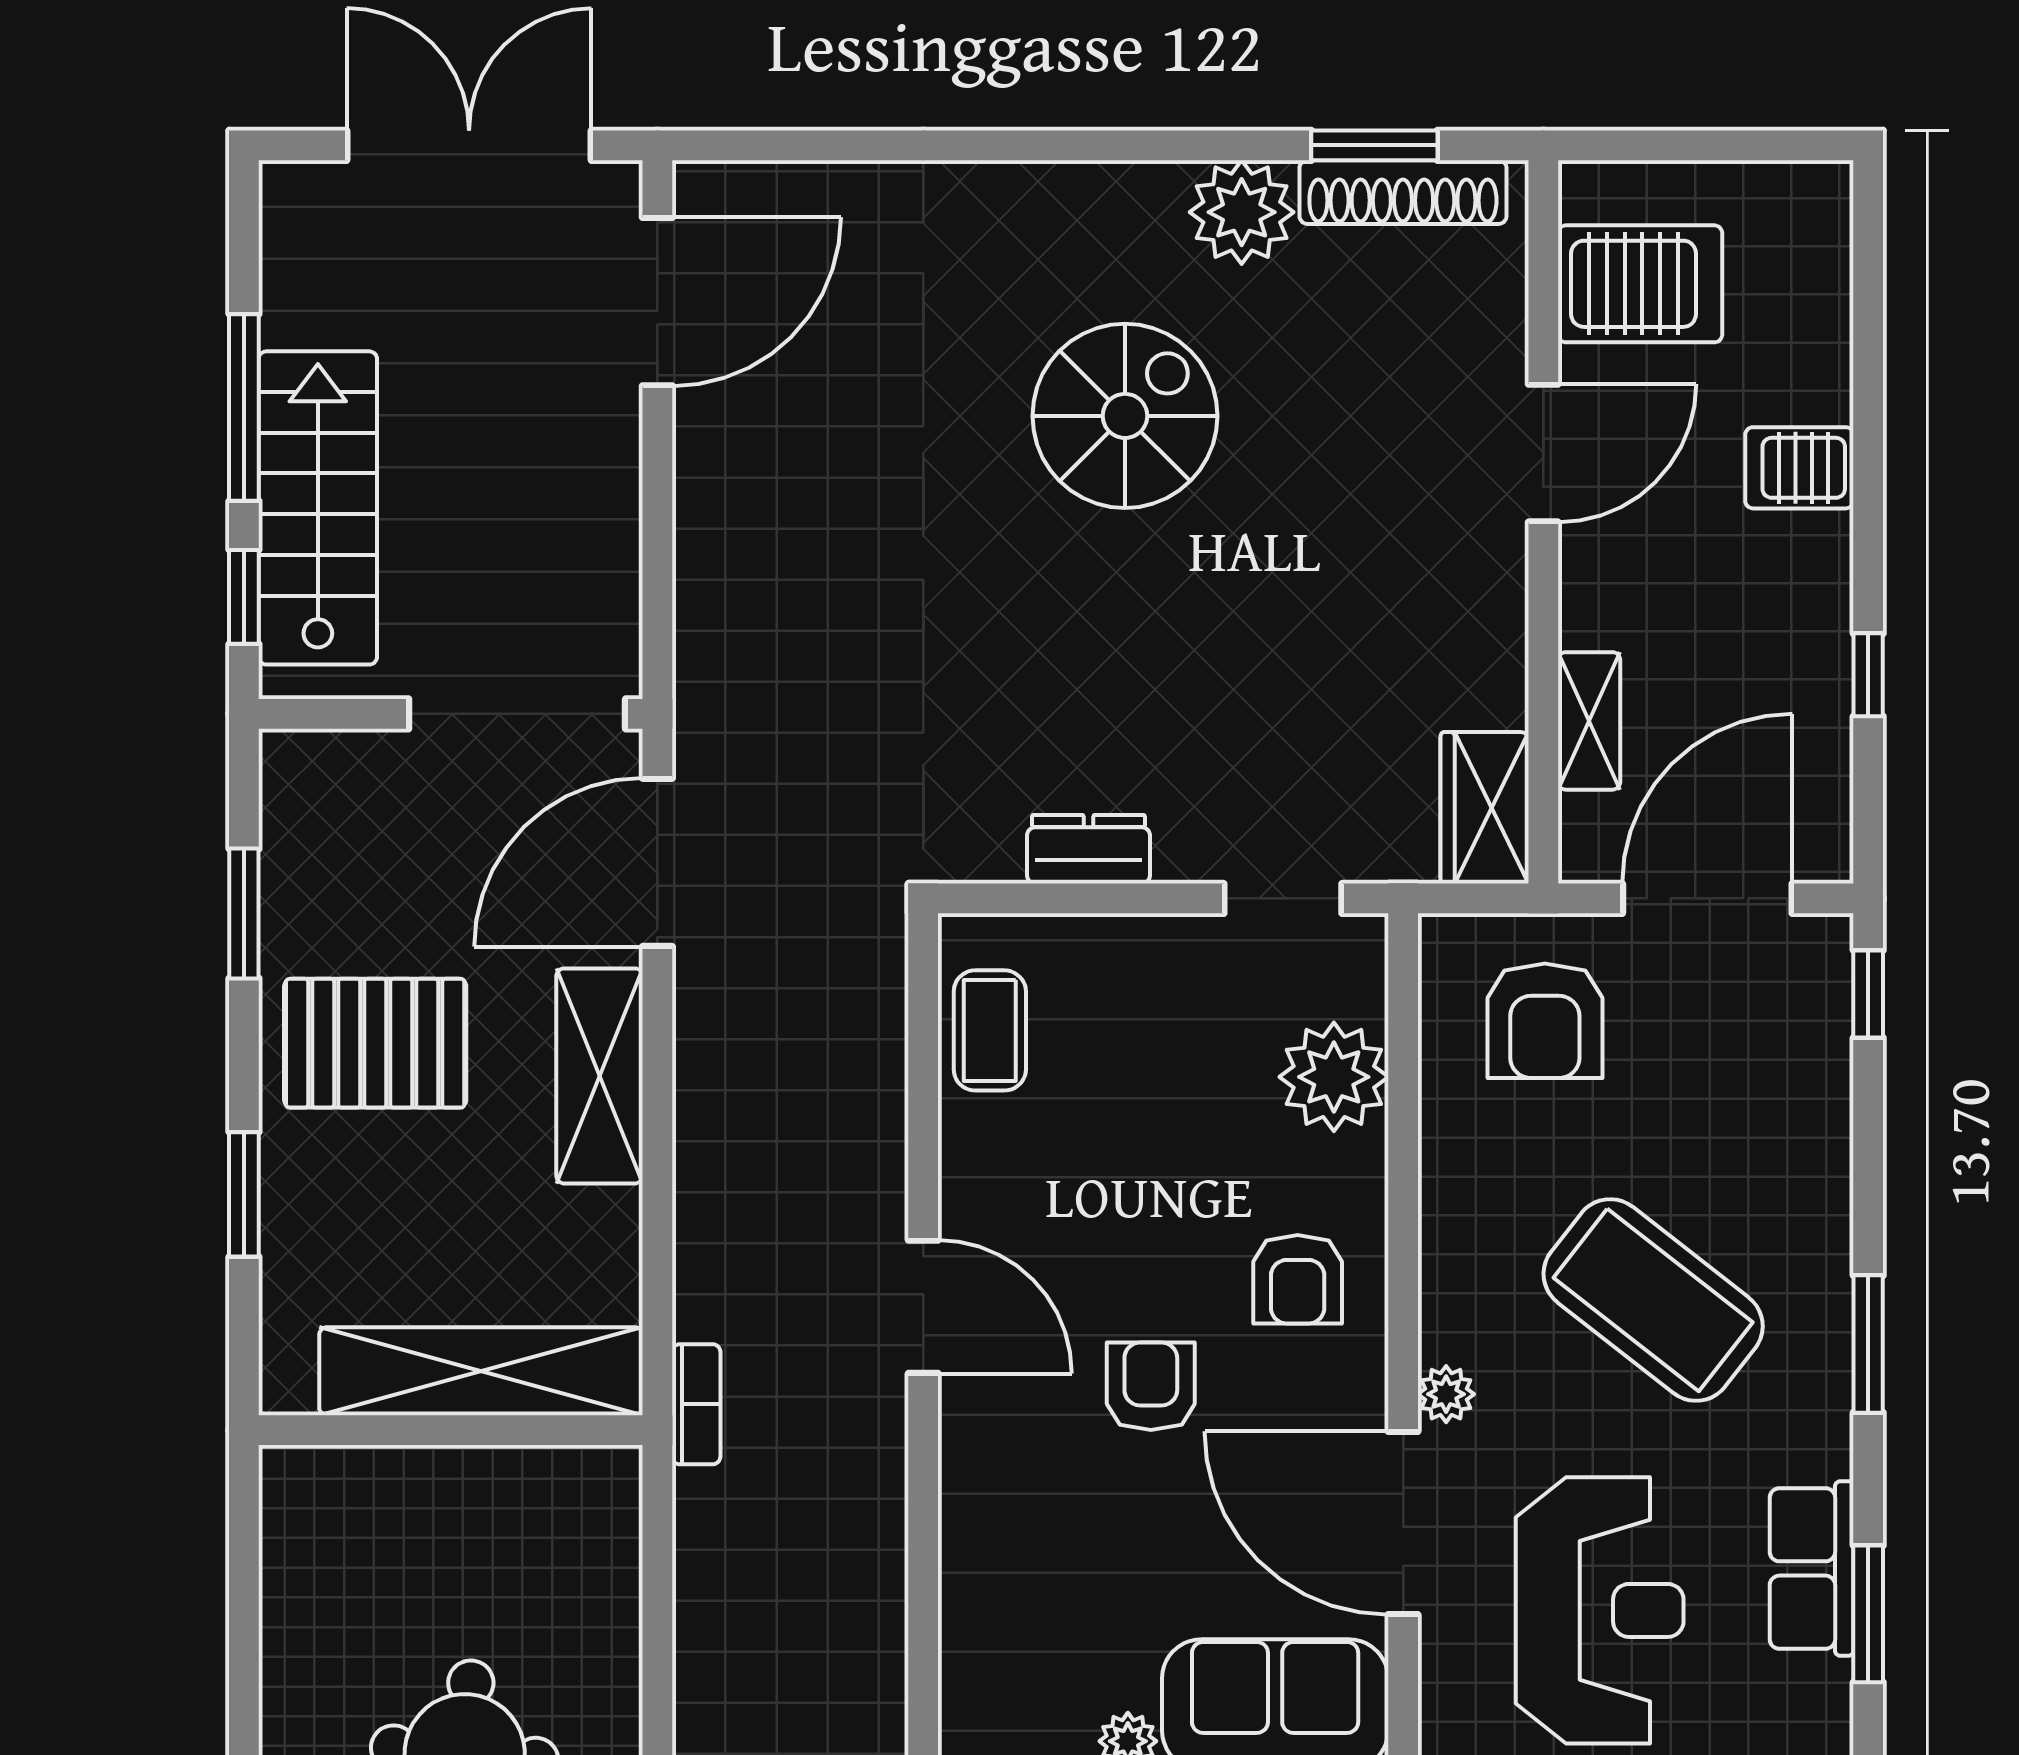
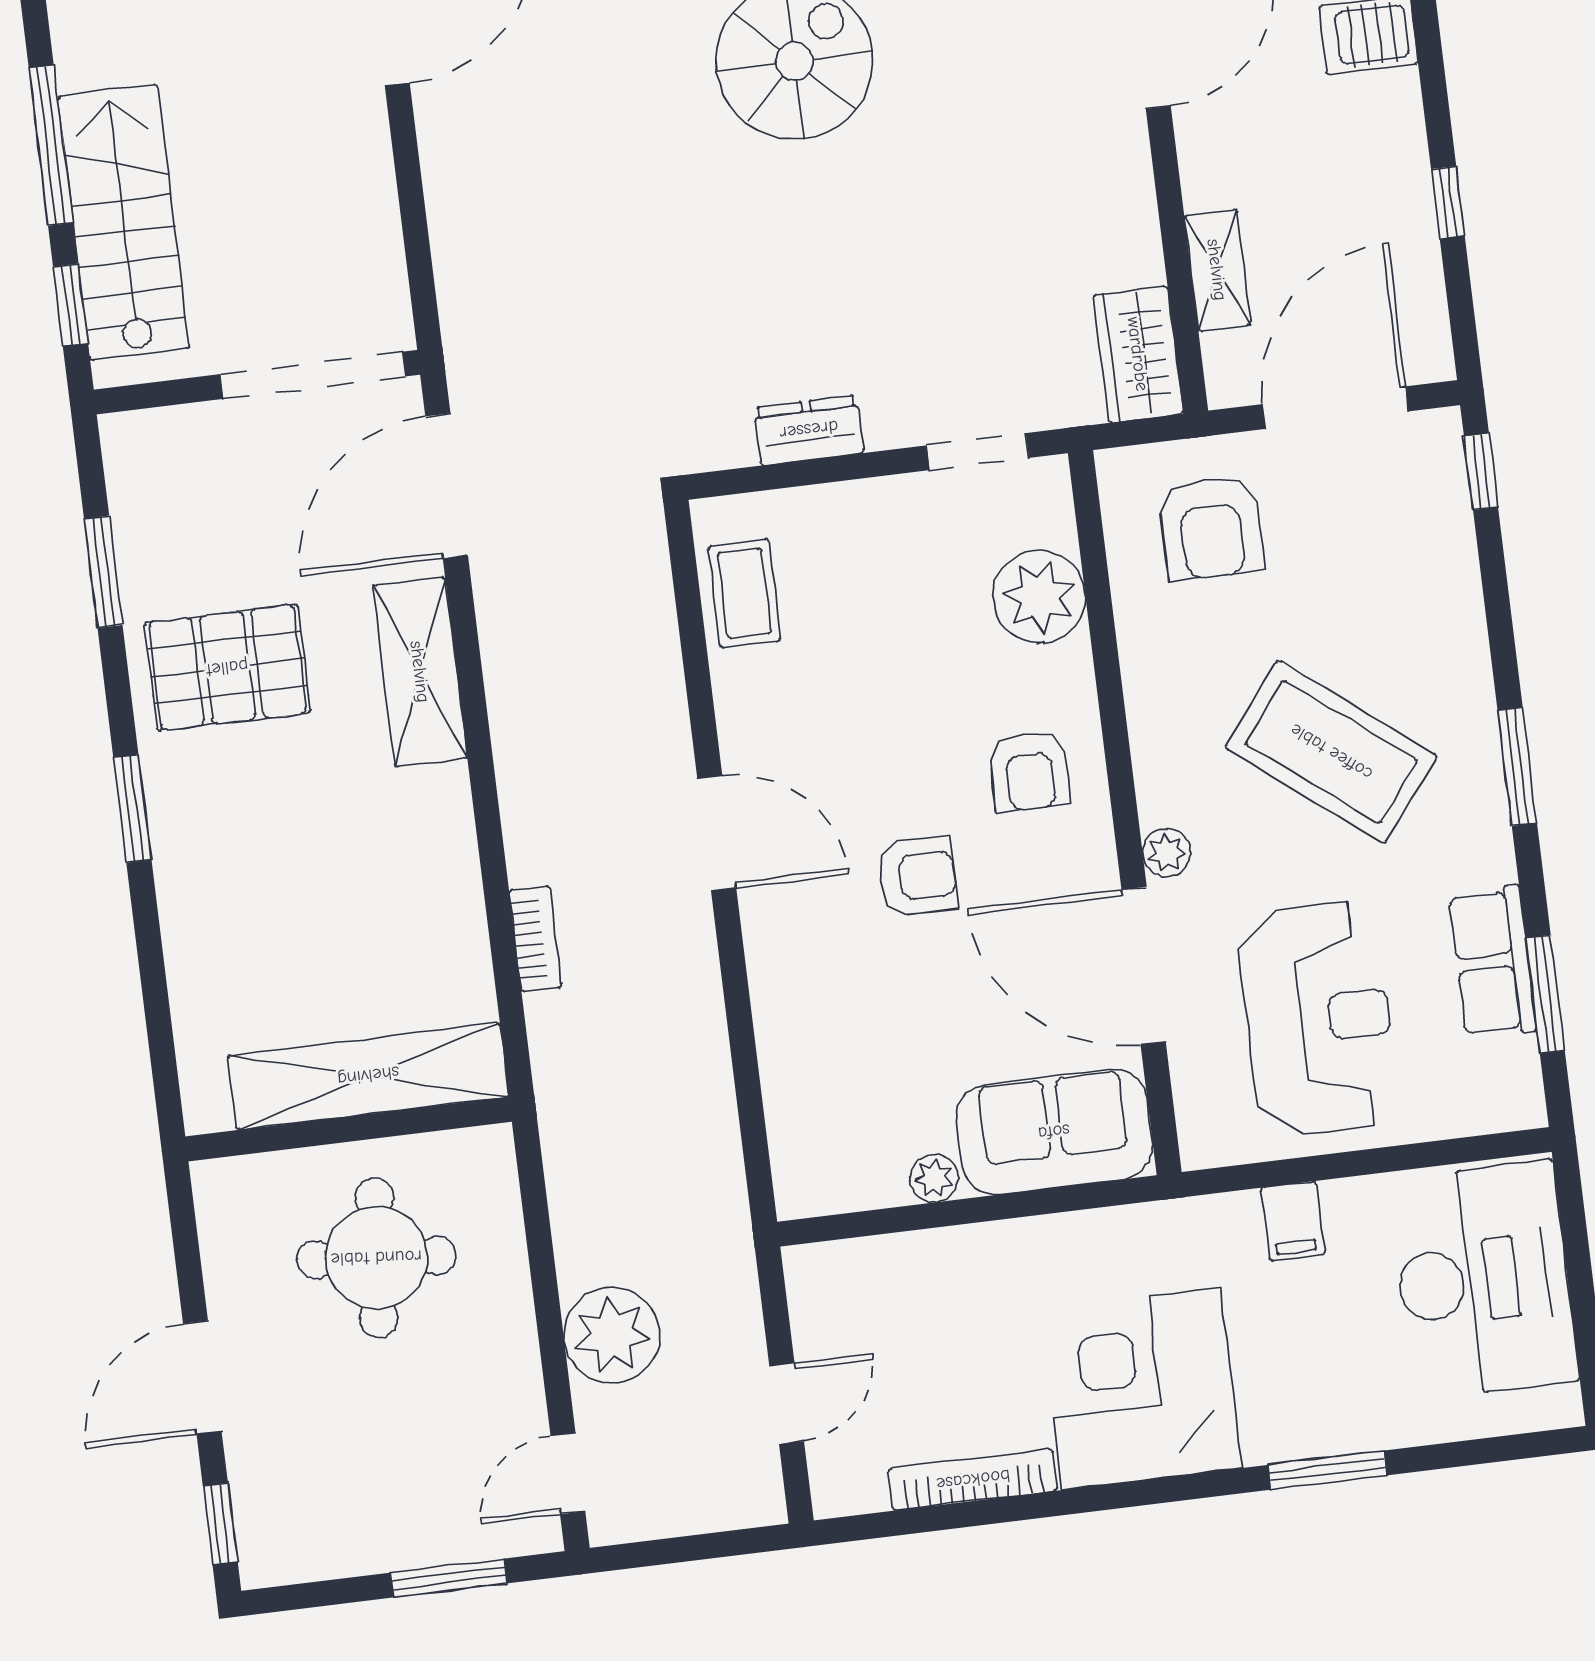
shelving: (481, 1371) -> (368, 1076), moved
armchair: (1151, 1386) -> (917, 877), turned 90
wall: (451, 1430) -> (349, 1129), moved

